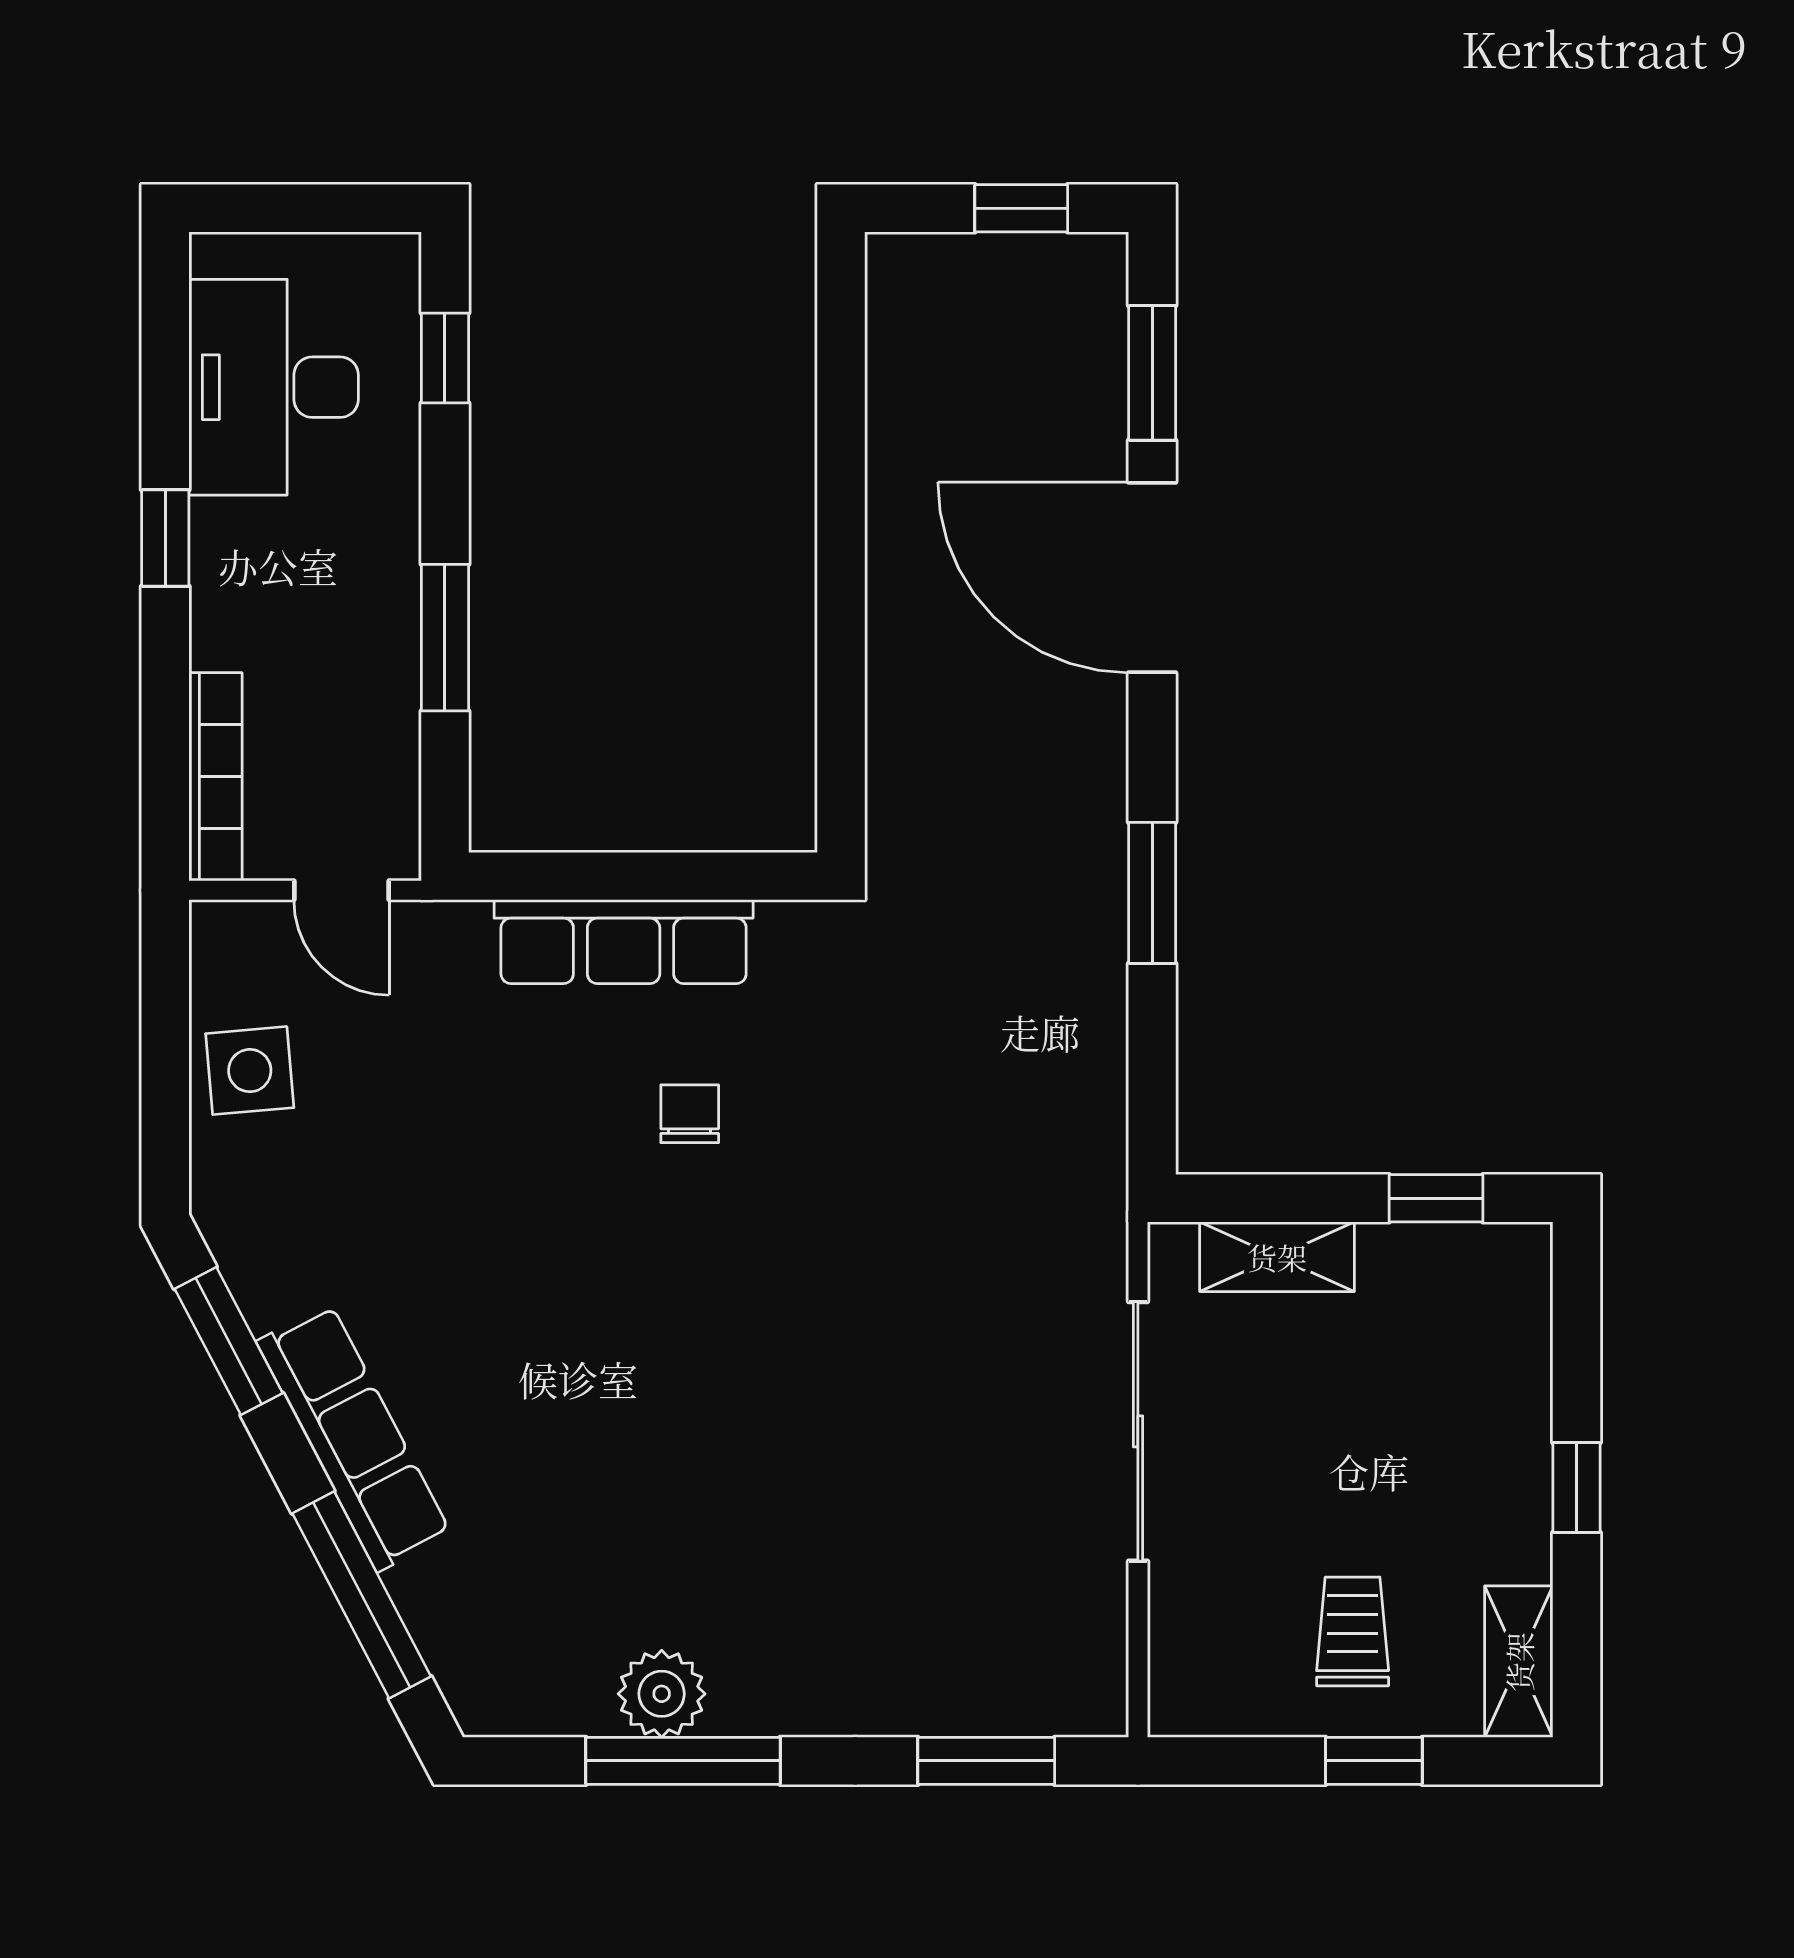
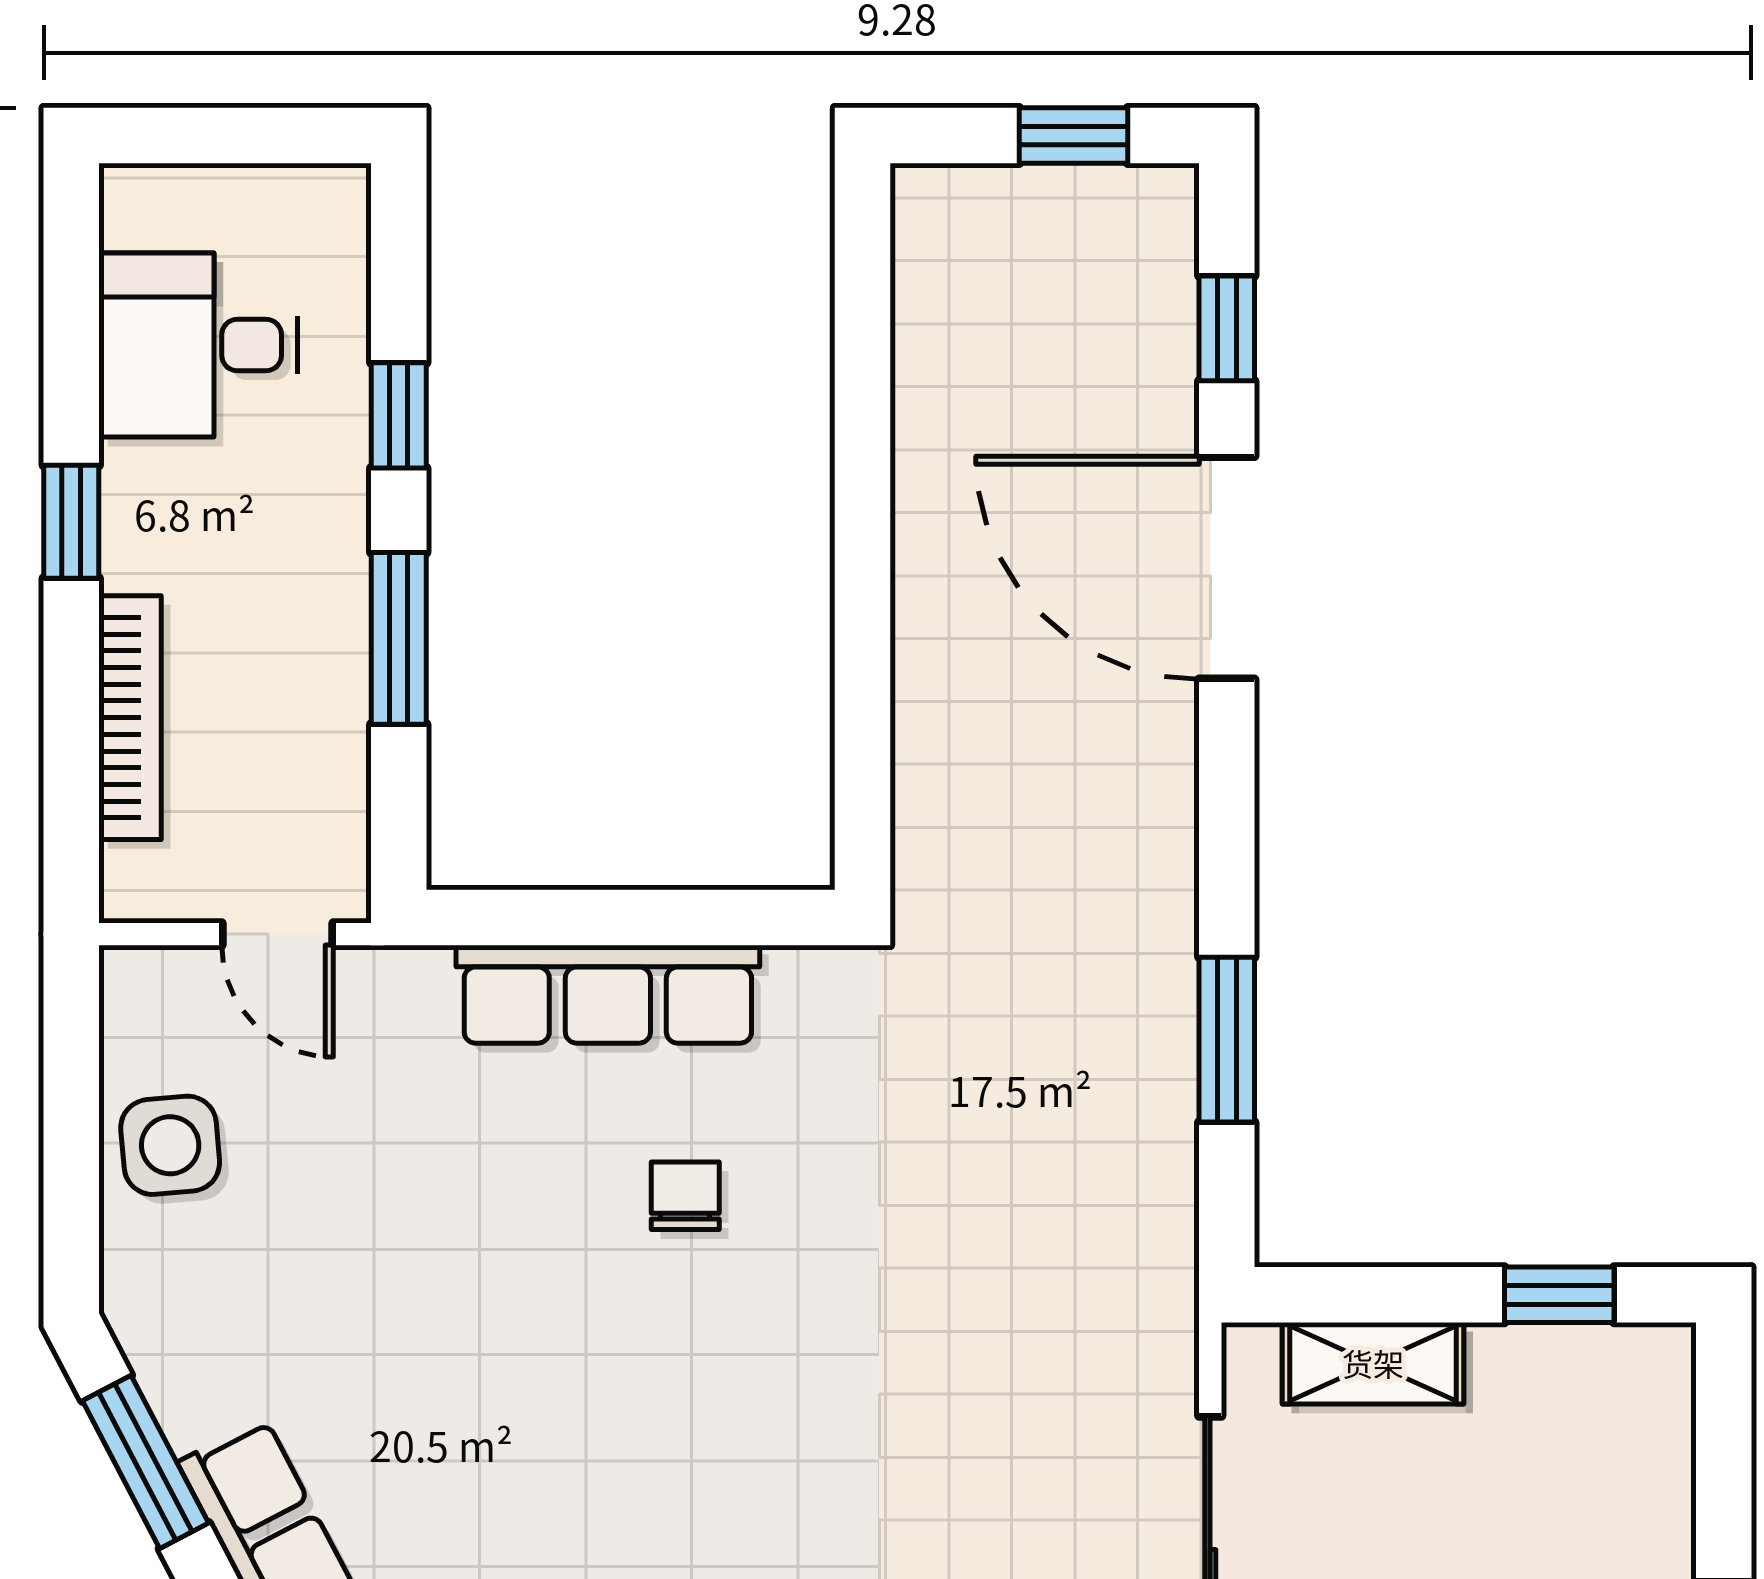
window: (445, 358) -> (399, 415), moved
window: (1152, 373) -> (1227, 328), width x0.67
desk: (274, 387) -> (198, 345), width x0.73
bookcase: (215, 777) -> (130, 718), moved
window: (1152, 893) -> (1227, 1040), moved

